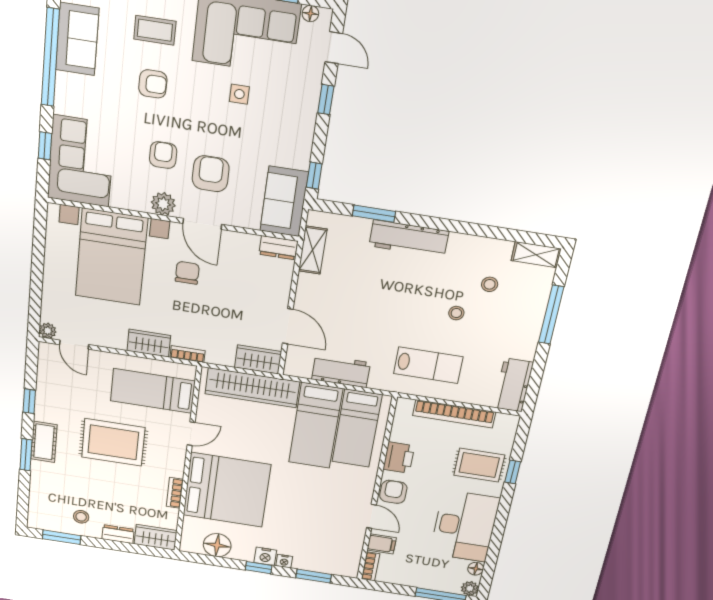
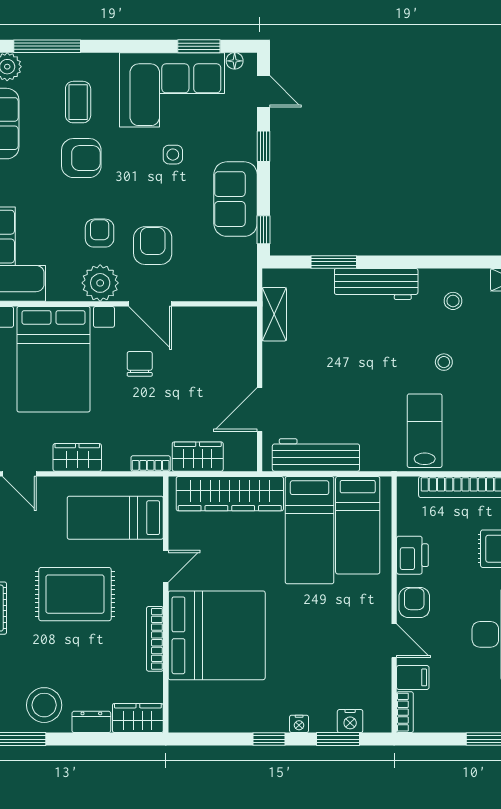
coffee table: (155, 30) -> (78, 102), turned 90
armchair: (153, 84) -> (81, 158), width x1.38, depth x1.38
sofa: (284, 202) -> (236, 199), moved
plant: (163, 204) -> (100, 283), width x1.36, depth x1.36
dresser: (278, 248) -> (236, 318), removed
stool: (490, 284) -> (453, 301), moved
door: (288, 326) -> (260, 410), swing flipped
wardrobe: (149, 343) -> (77, 457), moved
wardrobe: (258, 359) -> (198, 457), moved
lab bench: (428, 365) -> (425, 431), turned -90
workbench: (341, 371) -> (316, 455), width x1.37
bookcase: (175, 493) -> (155, 639), width x1.56
stool: (81, 517) -> (44, 705), width x1.89, depth x1.89
floor lamp: (217, 545) -> (214, 716), removed
nightstand: (265, 556) -> (350, 721), moved

